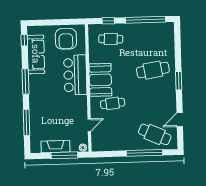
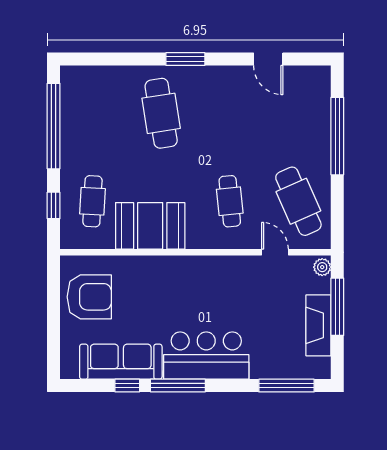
window: (24, 40) -> (127, 386), moved
bar counter: (75, 75) -> (206, 356), moved, turned 180
booth: (100, 80) -> (150, 226), moved
window: (27, 122) -> (287, 386), moved
cafe table: (155, 134) -> (298, 201), moved, turned -48

